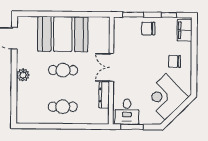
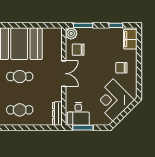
plant: (120, 23) -> (71, 33), added
chair: (148, 29) -> (78, 50), moved
double door: (111, 67) -> (64, 74), swing flipped
dresser: (104, 95) -> (57, 114), moved

